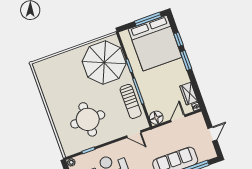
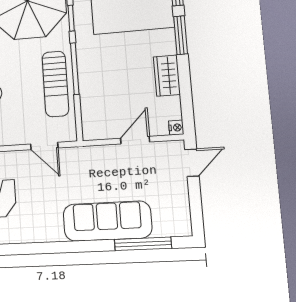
wardrobe: (189, 94) -> (167, 76), moved
floor lamp: (156, 118) -> (94, 127), removed
door: (212, 134) -> (192, 163), moved

